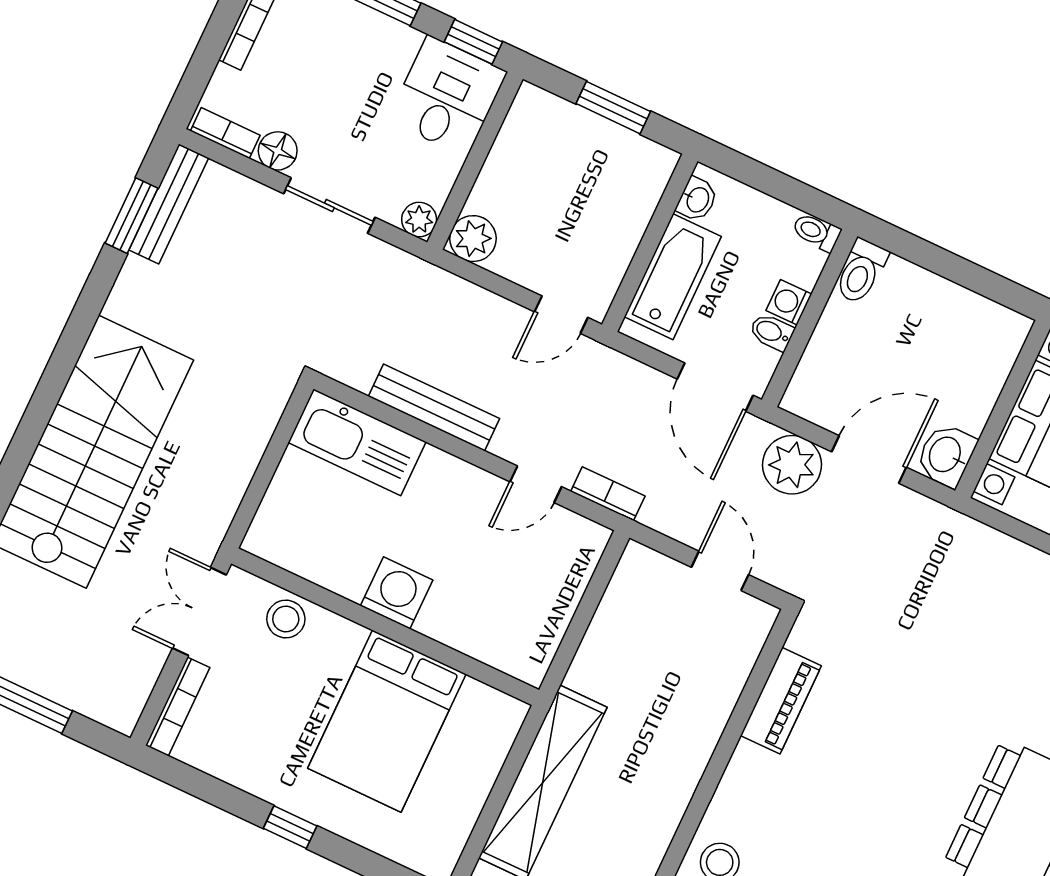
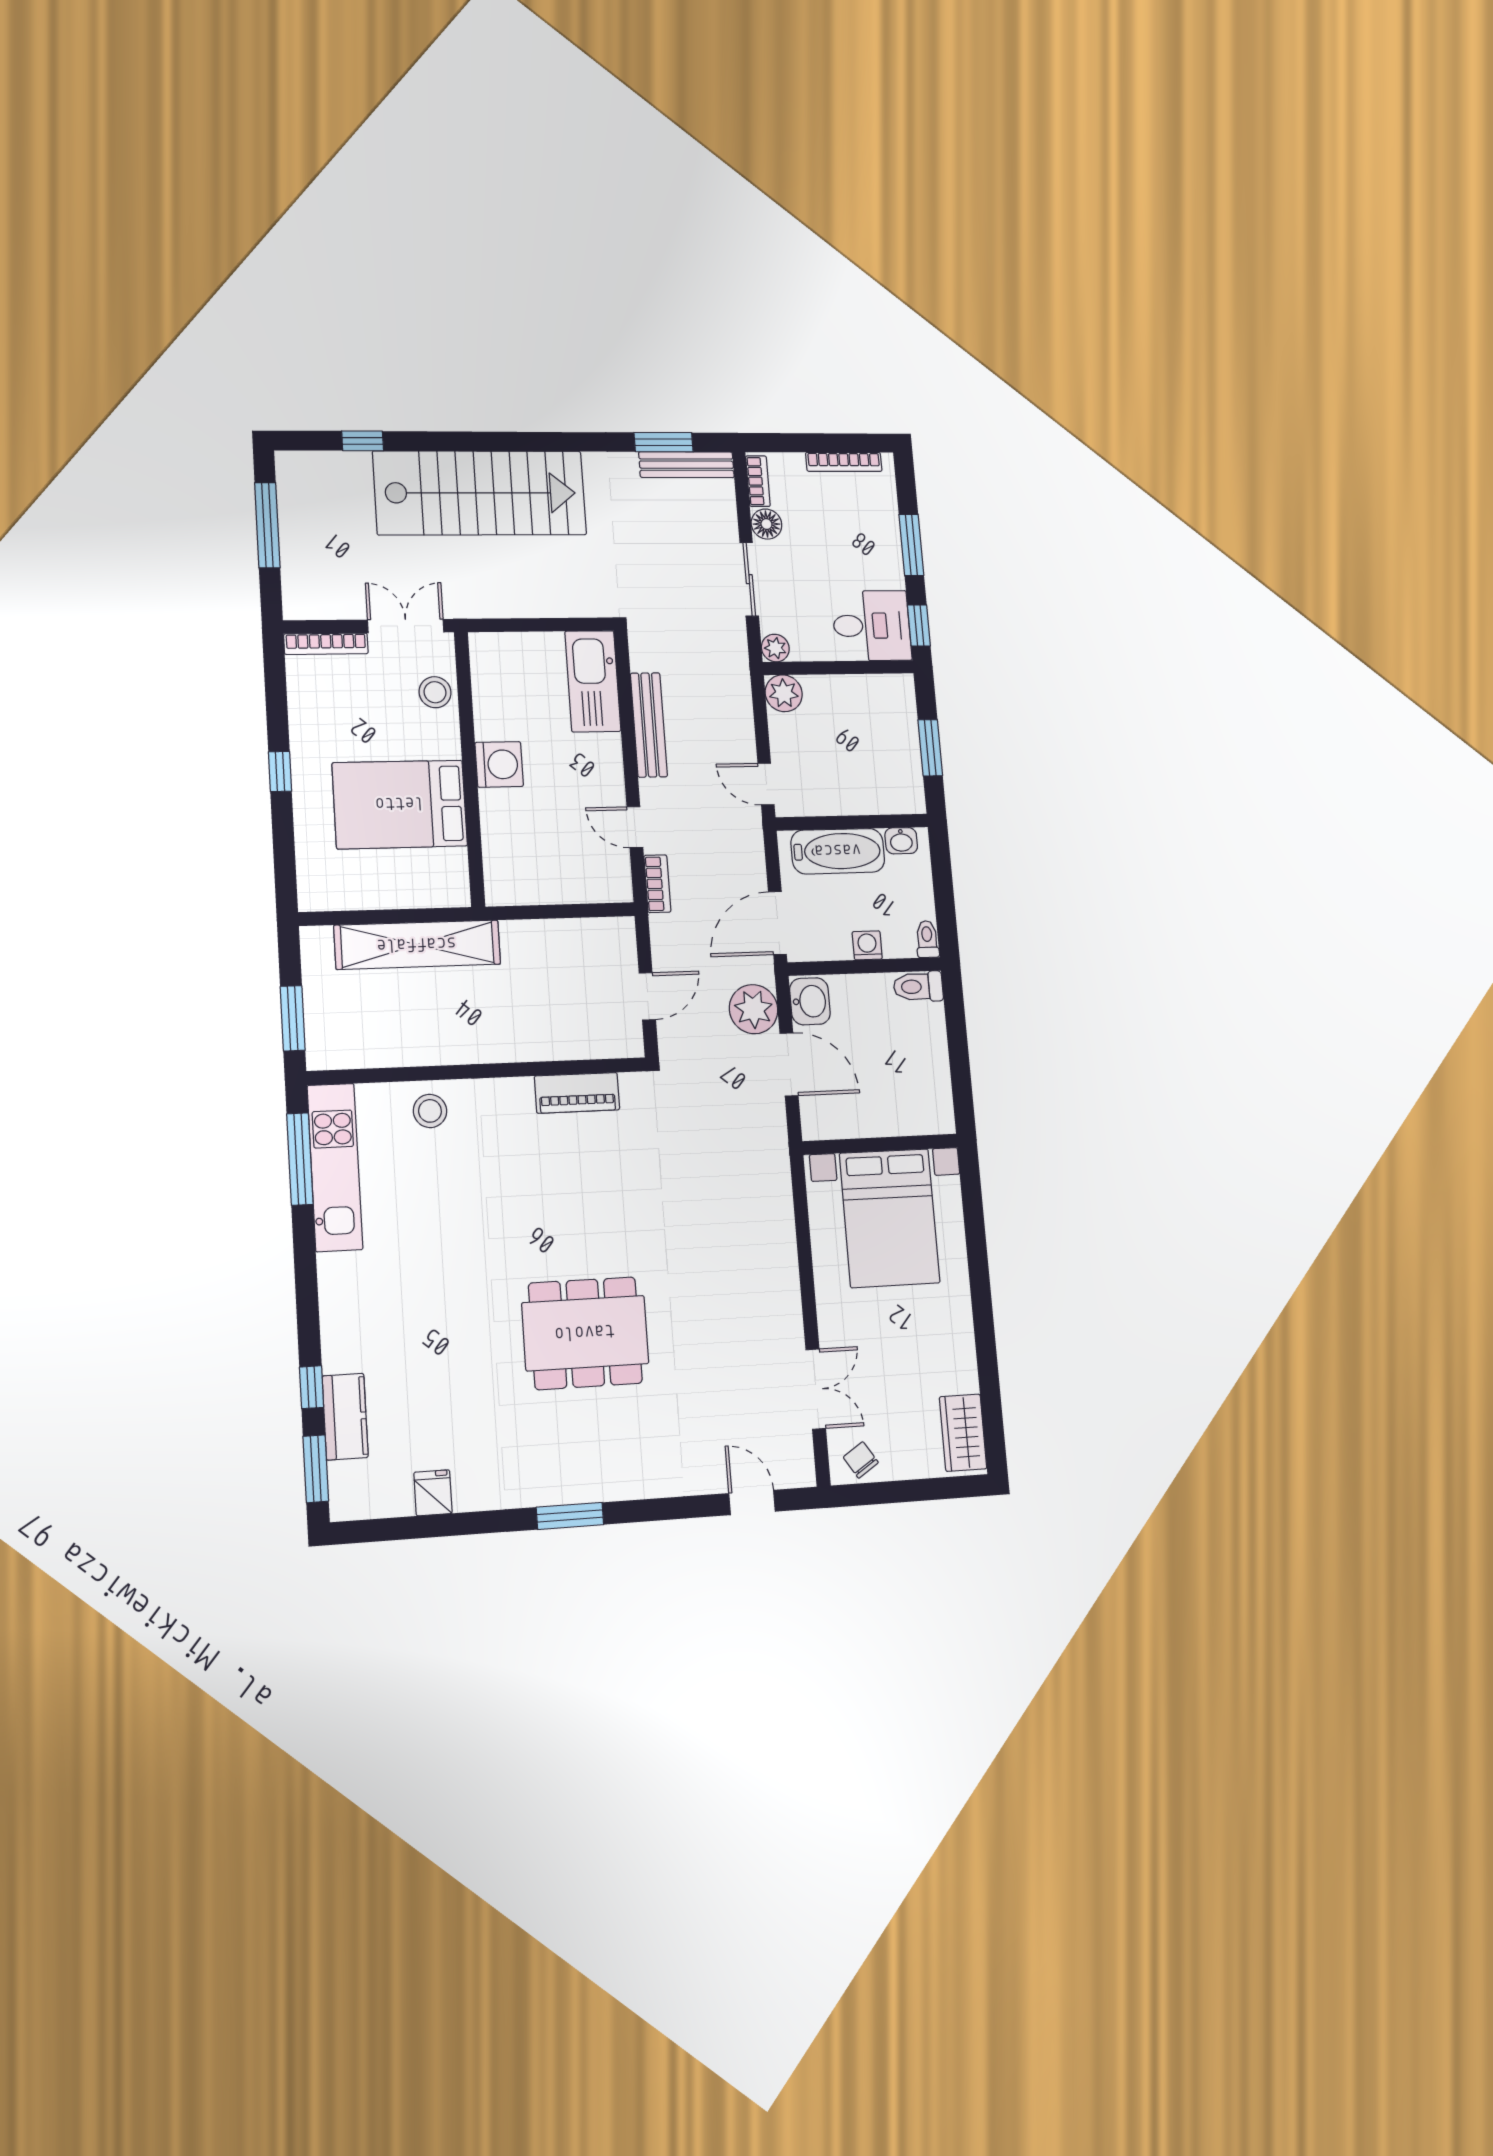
bidet: (772, 332) -> (839, 944), removed
washbasin: (946, 455) -> (810, 1001), moved, turned 90

